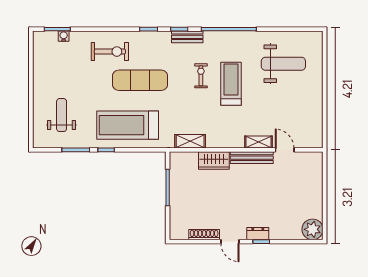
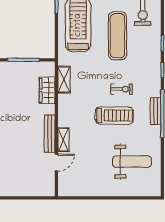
bench: (187, 37) -> (156, 111), moved
weight bench: (283, 64) -> (132, 162), turned -90
wardrobe: (214, 161) -> (47, 90), moved

